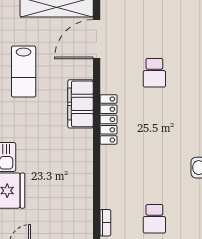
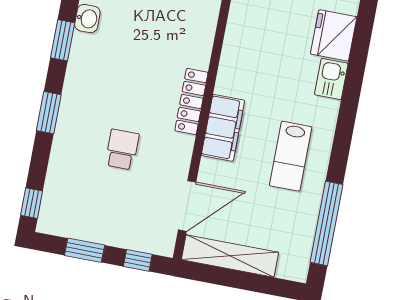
lab bench: (24, 72) -> (291, 156), moved, turned 180

